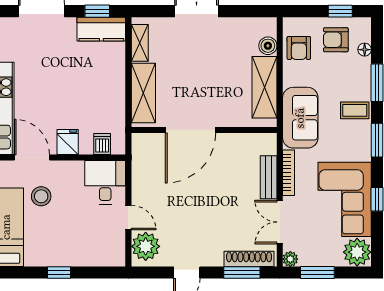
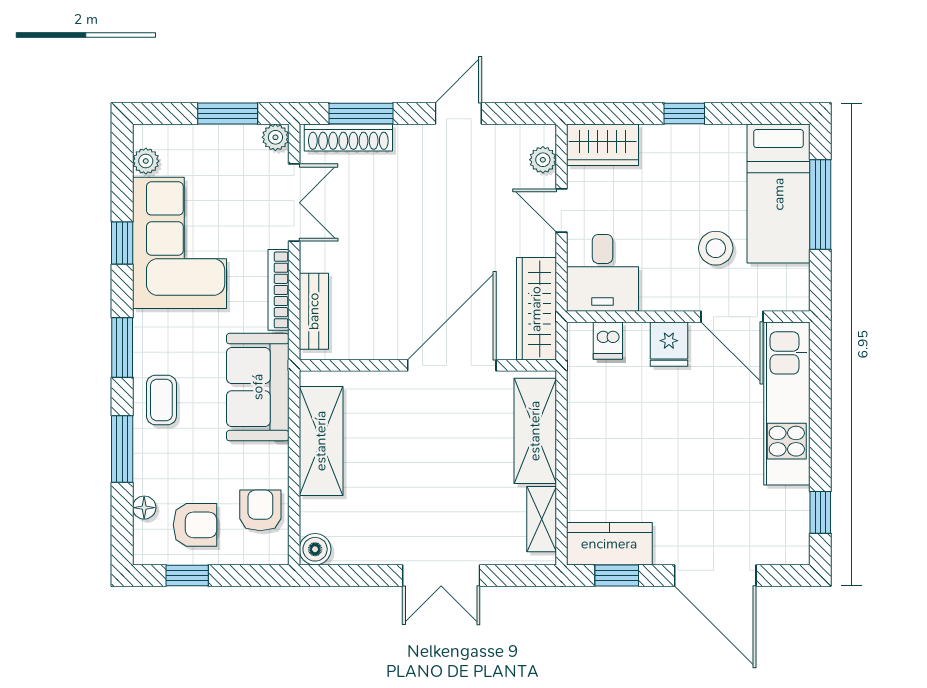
boiler: (268, 46) -> (315, 549), moved
coffee table: (355, 110) -> (161, 400), turned 90
wardrobe: (143, 162) -> (536, 309), added
bench: (269, 177) -> (314, 311), moved
plant: (146, 246) -> (543, 160), width x0.53, depth x0.53
plant: (357, 252) -> (146, 161), width x0.53, depth x0.53
wardrobe: (105, 255) -> (603, 145), added

